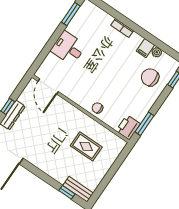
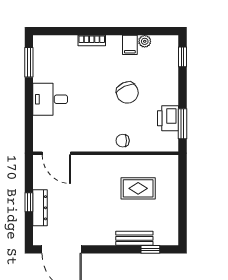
chair: (150, 77) -> (127, 93), moved, turned -115
printer: (128, 127) -> (168, 118), moved
bench: (78, 189) -> (134, 238), moved

